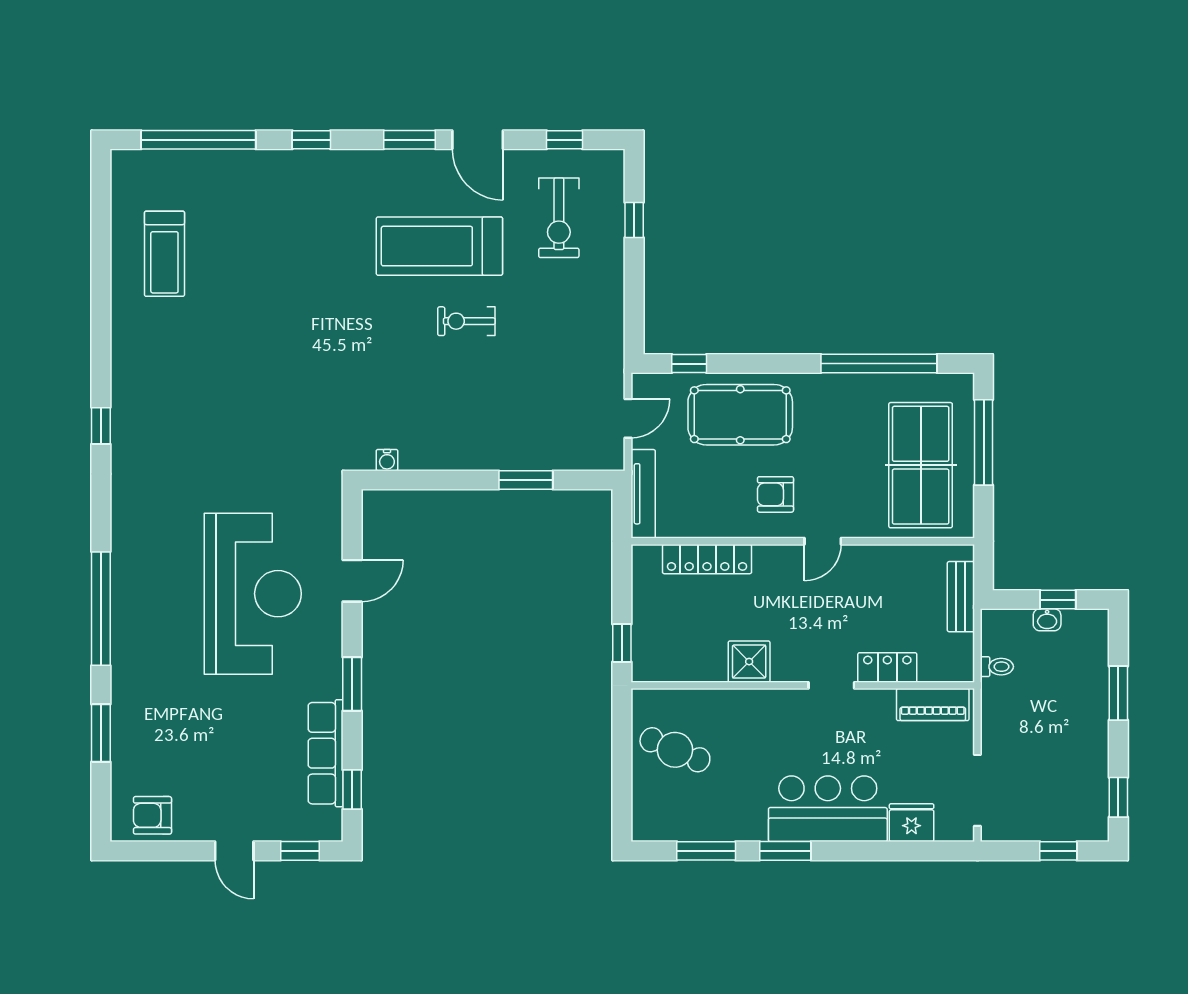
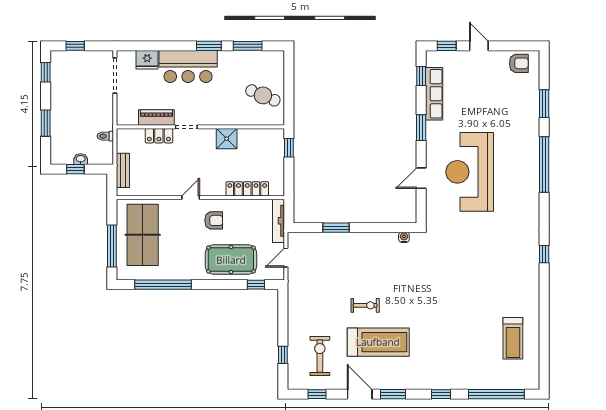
treadmill: (164, 254) -> (513, 338), turned 180
piano: (933, 705) -> (156, 118), moved

